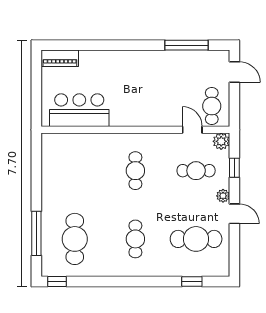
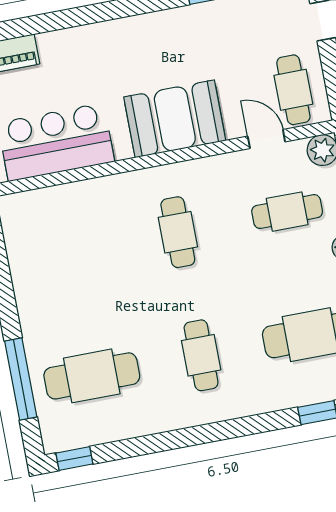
booth: (145, 110) -> (175, 119), added
cafe table: (75, 239) -> (92, 376), turned 90

